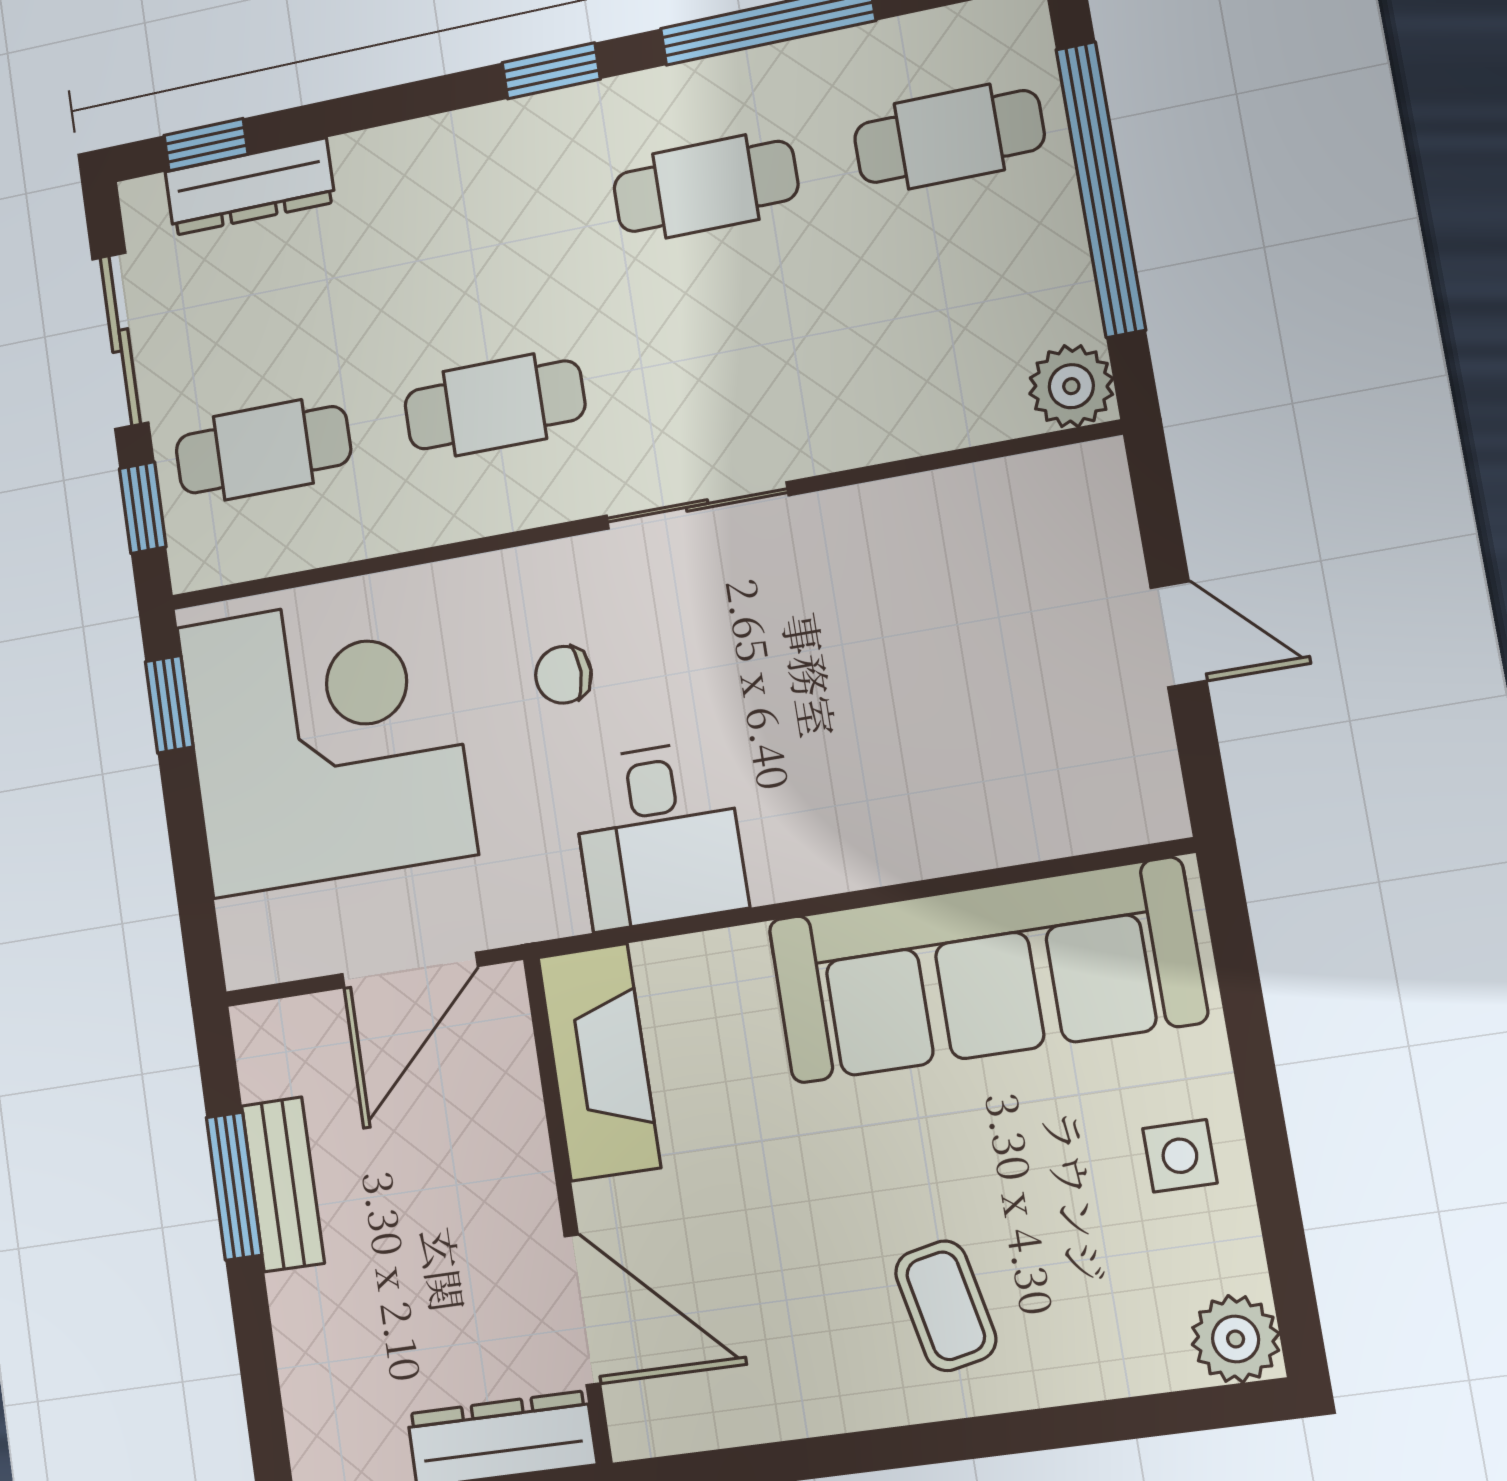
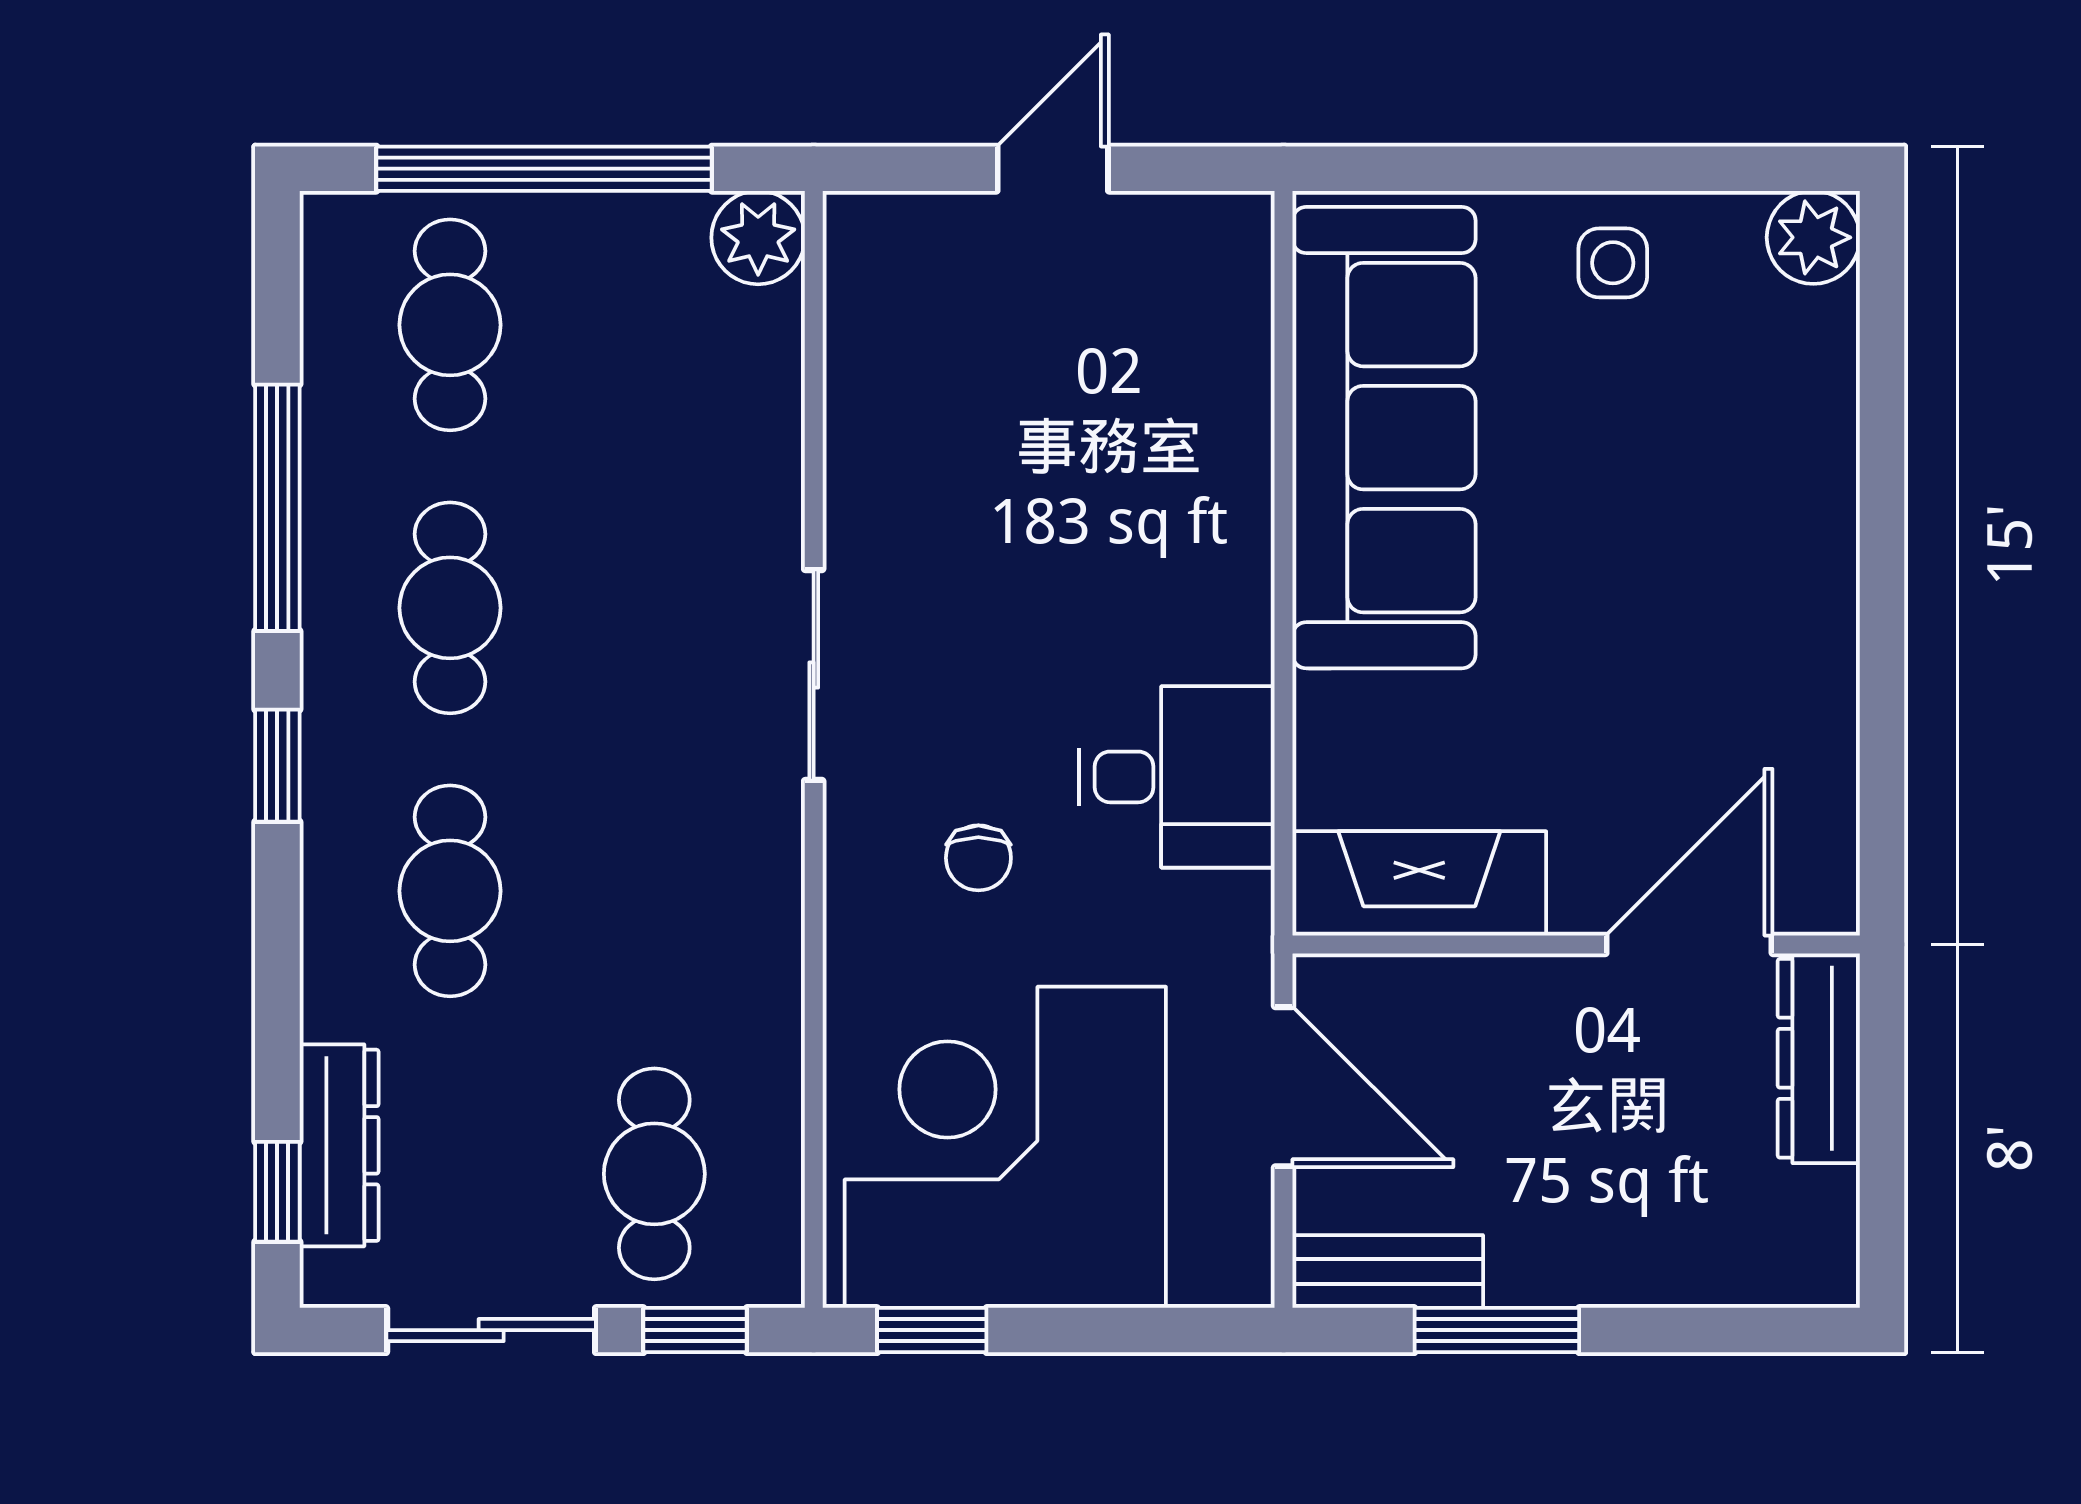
cafe table: (495, 405) -> (450, 891), moved
bench: (283, 1184) -> (1388, 1272), moved
coffee table: (946, 1306) -> (1738, 540), removed

